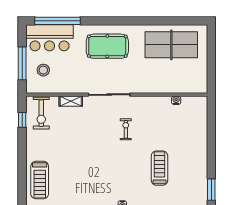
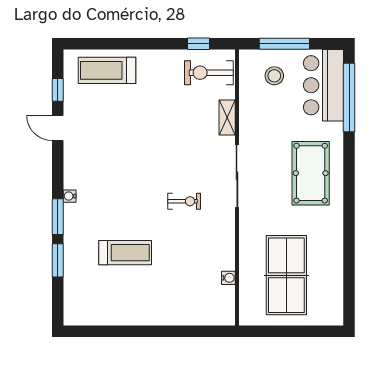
table tennis table: (171, 45) -> (286, 275), moved
window: (211, 190) -> (92, 331), removed

